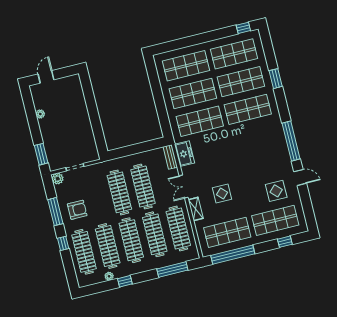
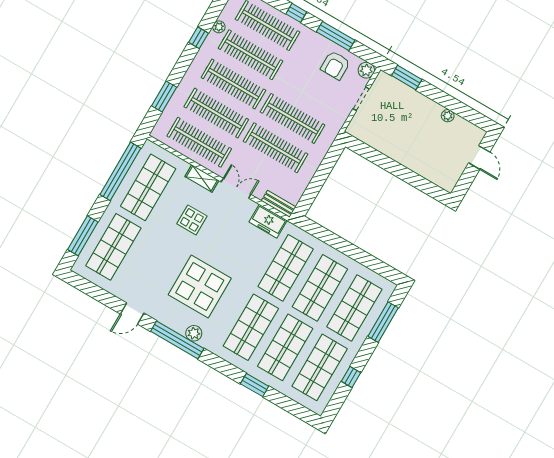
window: (243, 28) -> (351, 377), moved
window: (179, 44) -> (383, 322), added
plant: (279, 136) -> (194, 333), added
display table: (276, 191) -> (200, 287), moved, width x1.86, depth x1.86
armchair: (77, 210) -> (335, 65), moved
window: (285, 242) -> (83, 236), width x2.17
window: (172, 270) -> (164, 97), width x0.69

